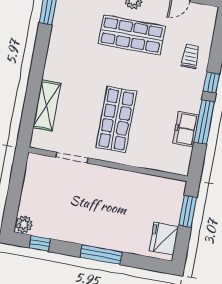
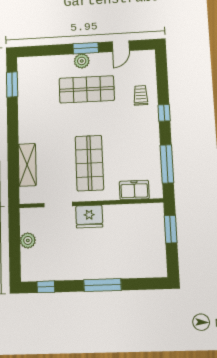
window: (204, 122) -> (167, 164), moved
freezer: (186, 129) -> (134, 190), moved, turned 90
plant: (24, 224) -> (28, 240), moved
fridge: (164, 239) -> (89, 217), moved, turned -90

